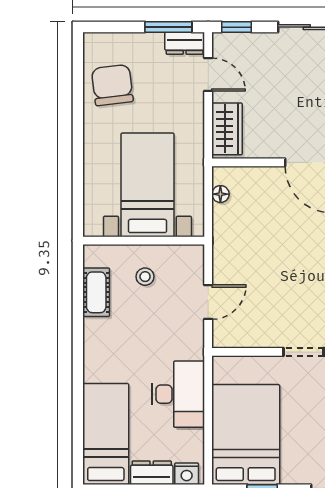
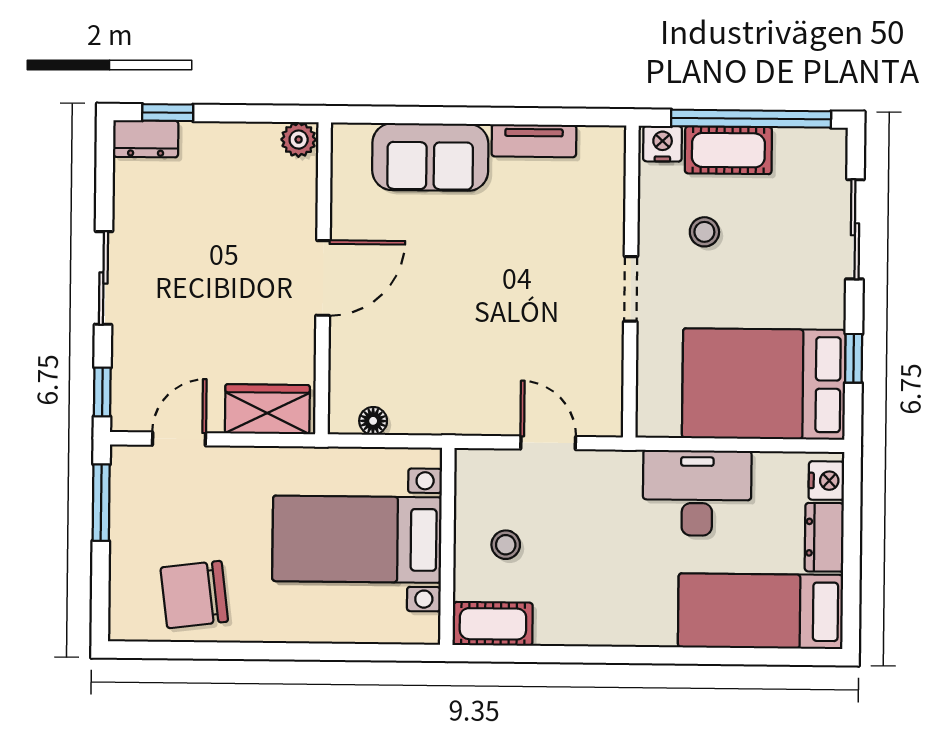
dresser: (185, 43) -> (128, 477), removed
cot: (96, 292) -> (493, 624), moved

